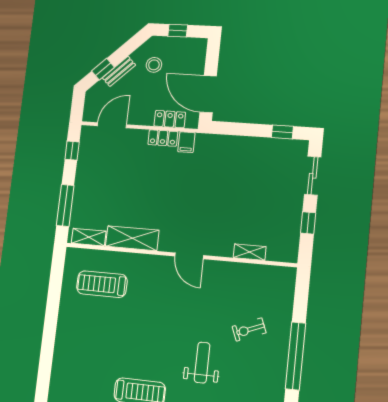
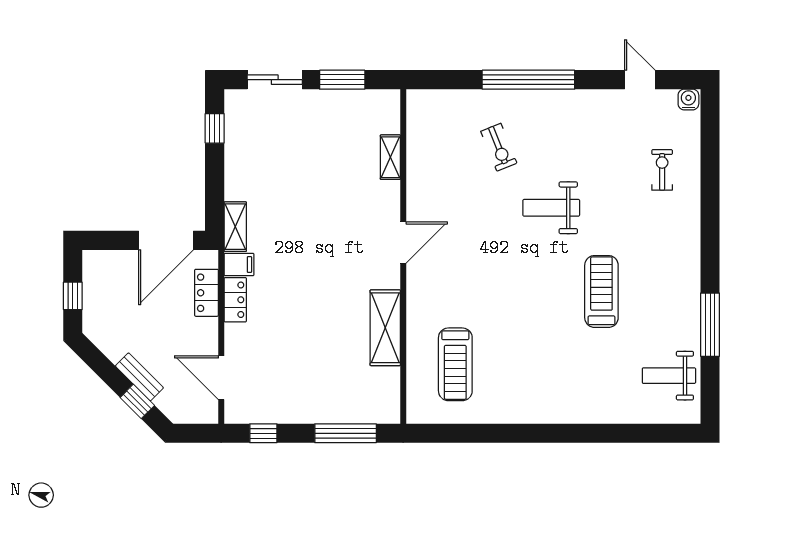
stool: (154, 65) -> (127, 325), removed
window: (308, 223) -> (342, 80), width x1.50
shelving: (89, 237) -> (235, 227), moved

